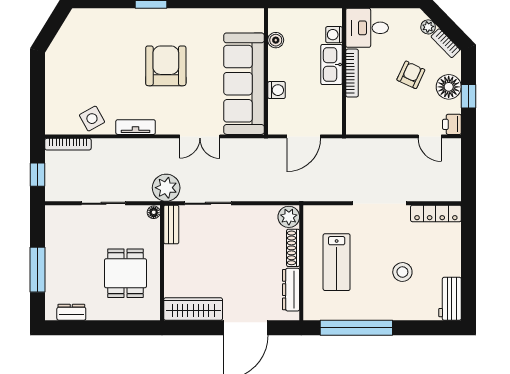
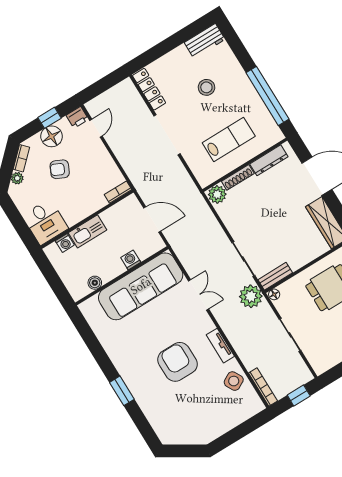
armchair: (166, 66) -> (177, 362), moved, turned 90
bookcase: (352, 73) -> (118, 192), moved, width x0.64

